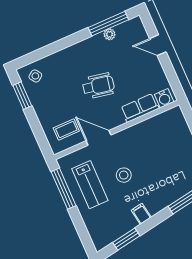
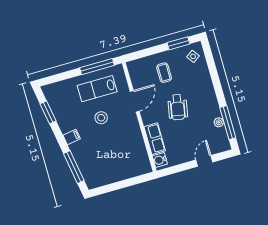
coffee table: (66, 129) -> (164, 73), moved
filing cabinet: (141, 214) -> (72, 137), moved

